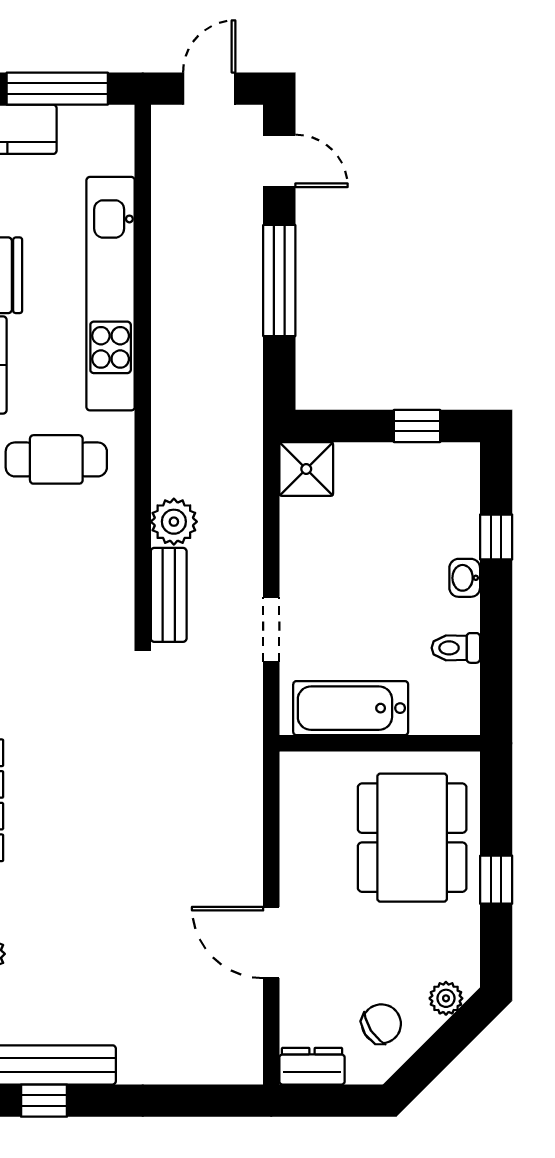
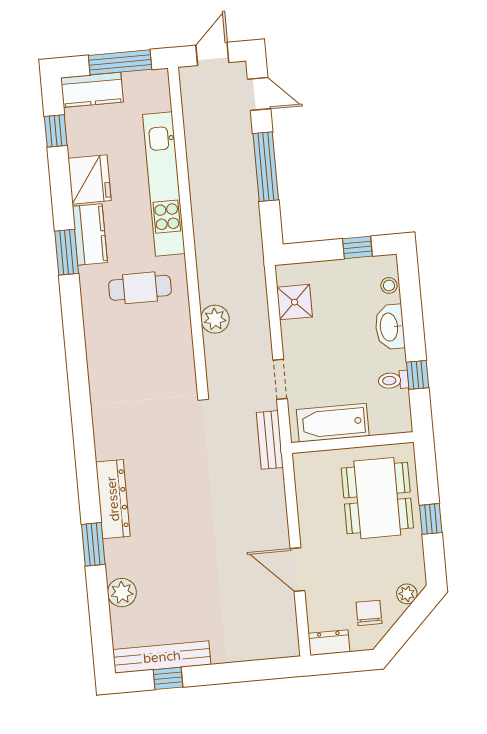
shower: (306, 469) -> (295, 302), moved
stool: (463, 493) -> (389, 285), added
window: (496, 537) -> (418, 375), moved
washbasin: (465, 578) -> (390, 327), width x1.91, depth x1.45
bench: (169, 595) -> (270, 440), moved
chair: (381, 1024) -> (369, 613), turned -57

